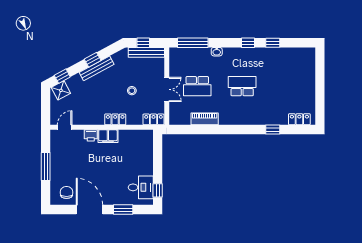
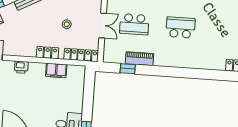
locker: (153, 119) -> (81, 55), width x1.53
window: (273, 130) -> (128, 69), moved
filing cabinet: (108, 136) -> (56, 71), moved

